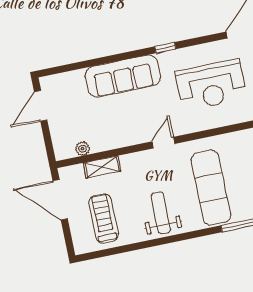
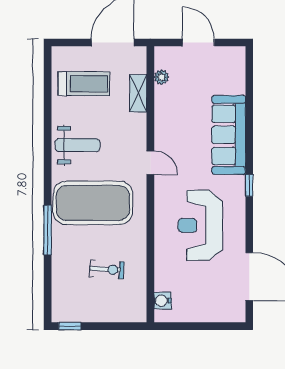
door: (41, 106) -> (198, 43), moved
exercise mat: (211, 188) -> (93, 203), width x1.47

